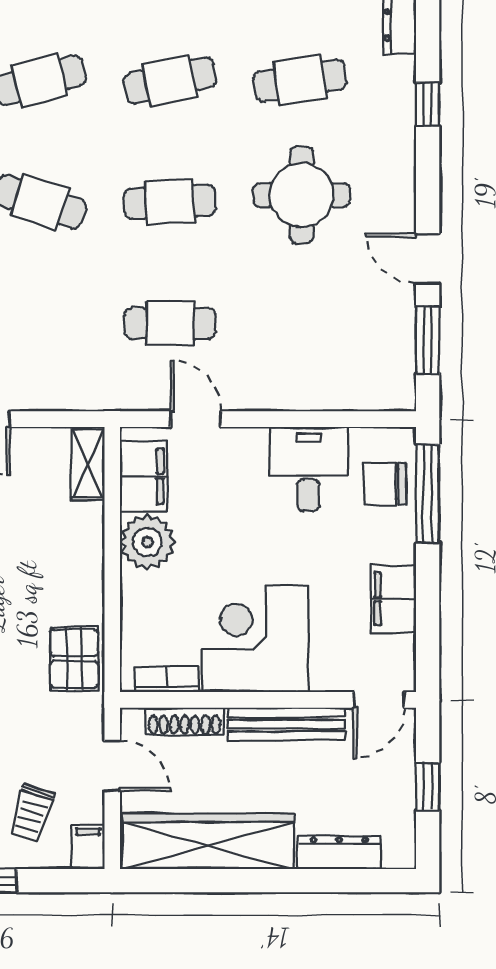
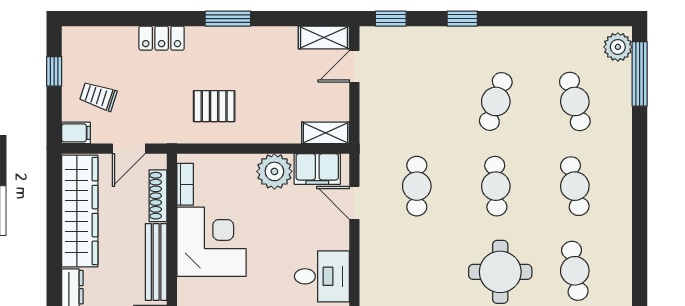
door: (196, 419) -> (354, 203), swing flipped
pallet: (74, 658) -> (214, 106), moved

